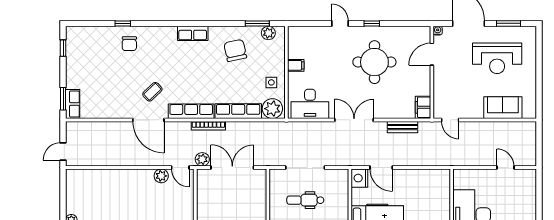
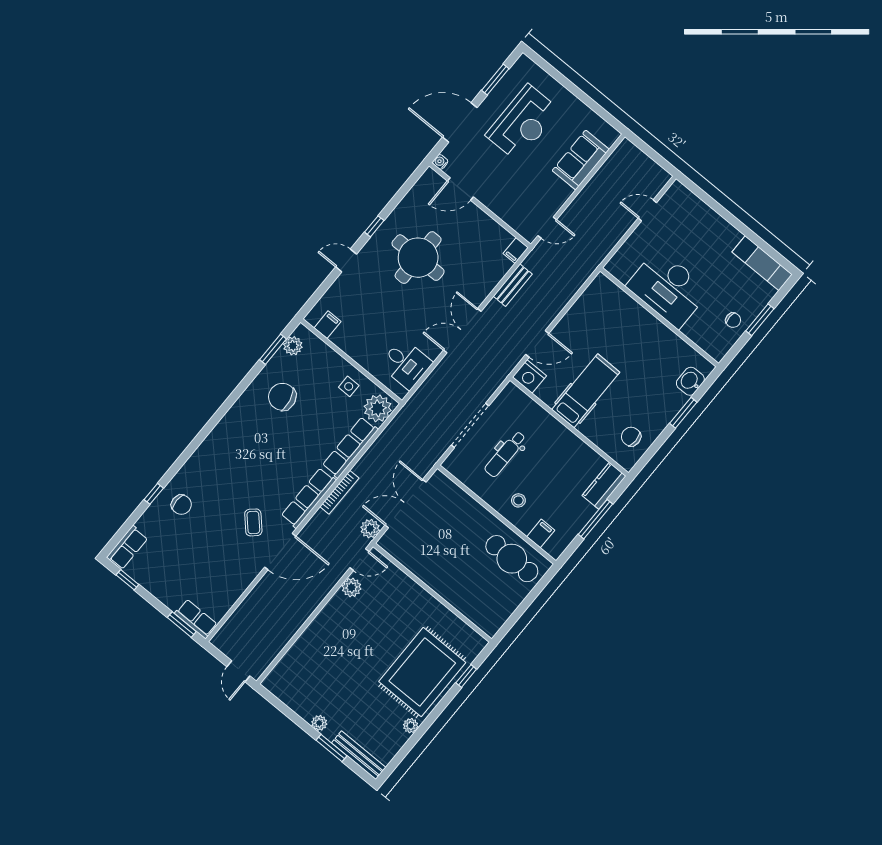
row of seats: (193, 33) -> (127, 548), moved
door: (432, 54) -> (460, 189), hinge flipped
filing cabinet: (296, 65) -> (327, 325), moved
desk: (310, 104) -> (406, 364), width x0.73
filing cabinet: (423, 107) -> (516, 251), width x0.50

